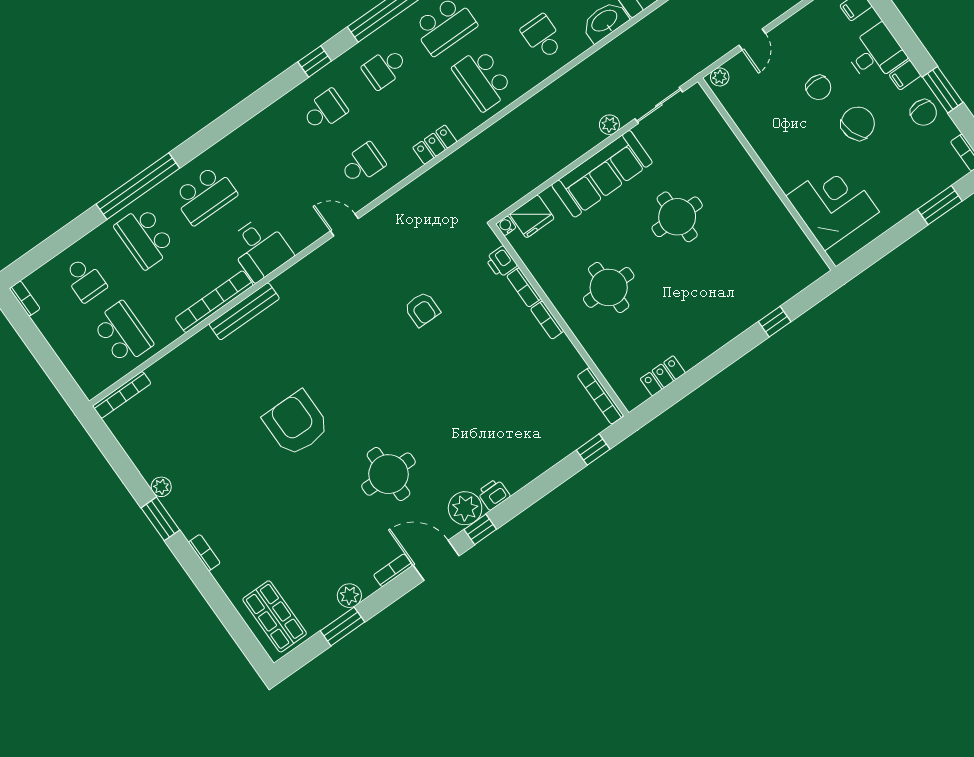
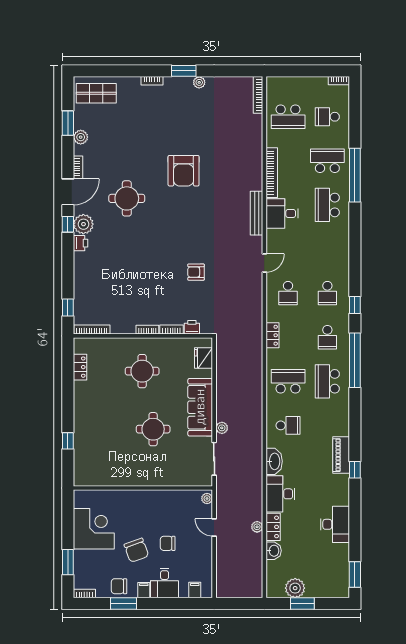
school desk: (385, 68) -> (327, 337), turned 180
corner desk: (833, 204) -> (94, 529), moved, turned -90
water cooler: (506, 226) -> (208, 342), removed
bench: (244, 311) -> (257, 213), moved
armchair: (296, 423) -> (184, 171), turned 90

